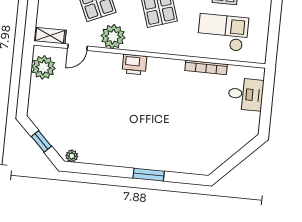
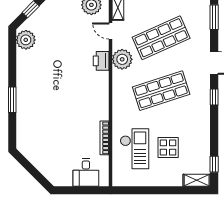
printer: (134, 64) -> (101, 61), moved
plant: (72, 156) -> (26, 40), width x1.88, depth x1.88

